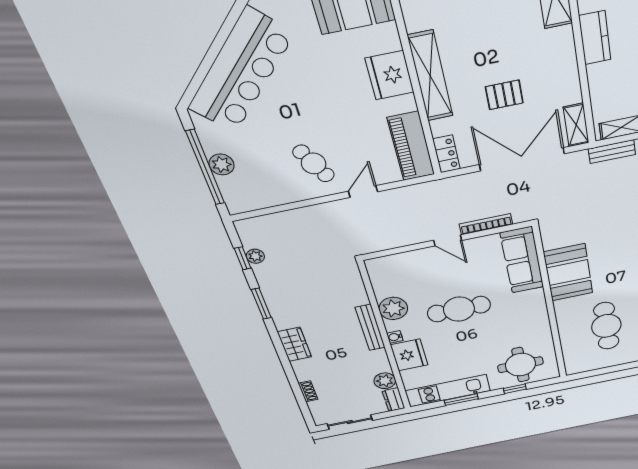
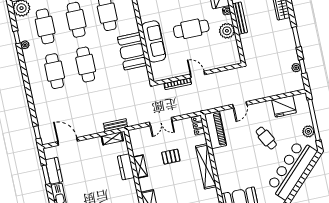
kitchen counter: (595, 38) -> (126, 167), moved
fridge: (390, 75) -> (284, 106), moved, turned 90
shelving: (576, 125) -> (140, 166), moved
double door: (522, 159) -> (161, 122), width x0.54
cafe table: (314, 163) -> (266, 138), moved
plant: (222, 164) -> (308, 131), moved
sofa: (522, 260) -> (154, 41), moved

